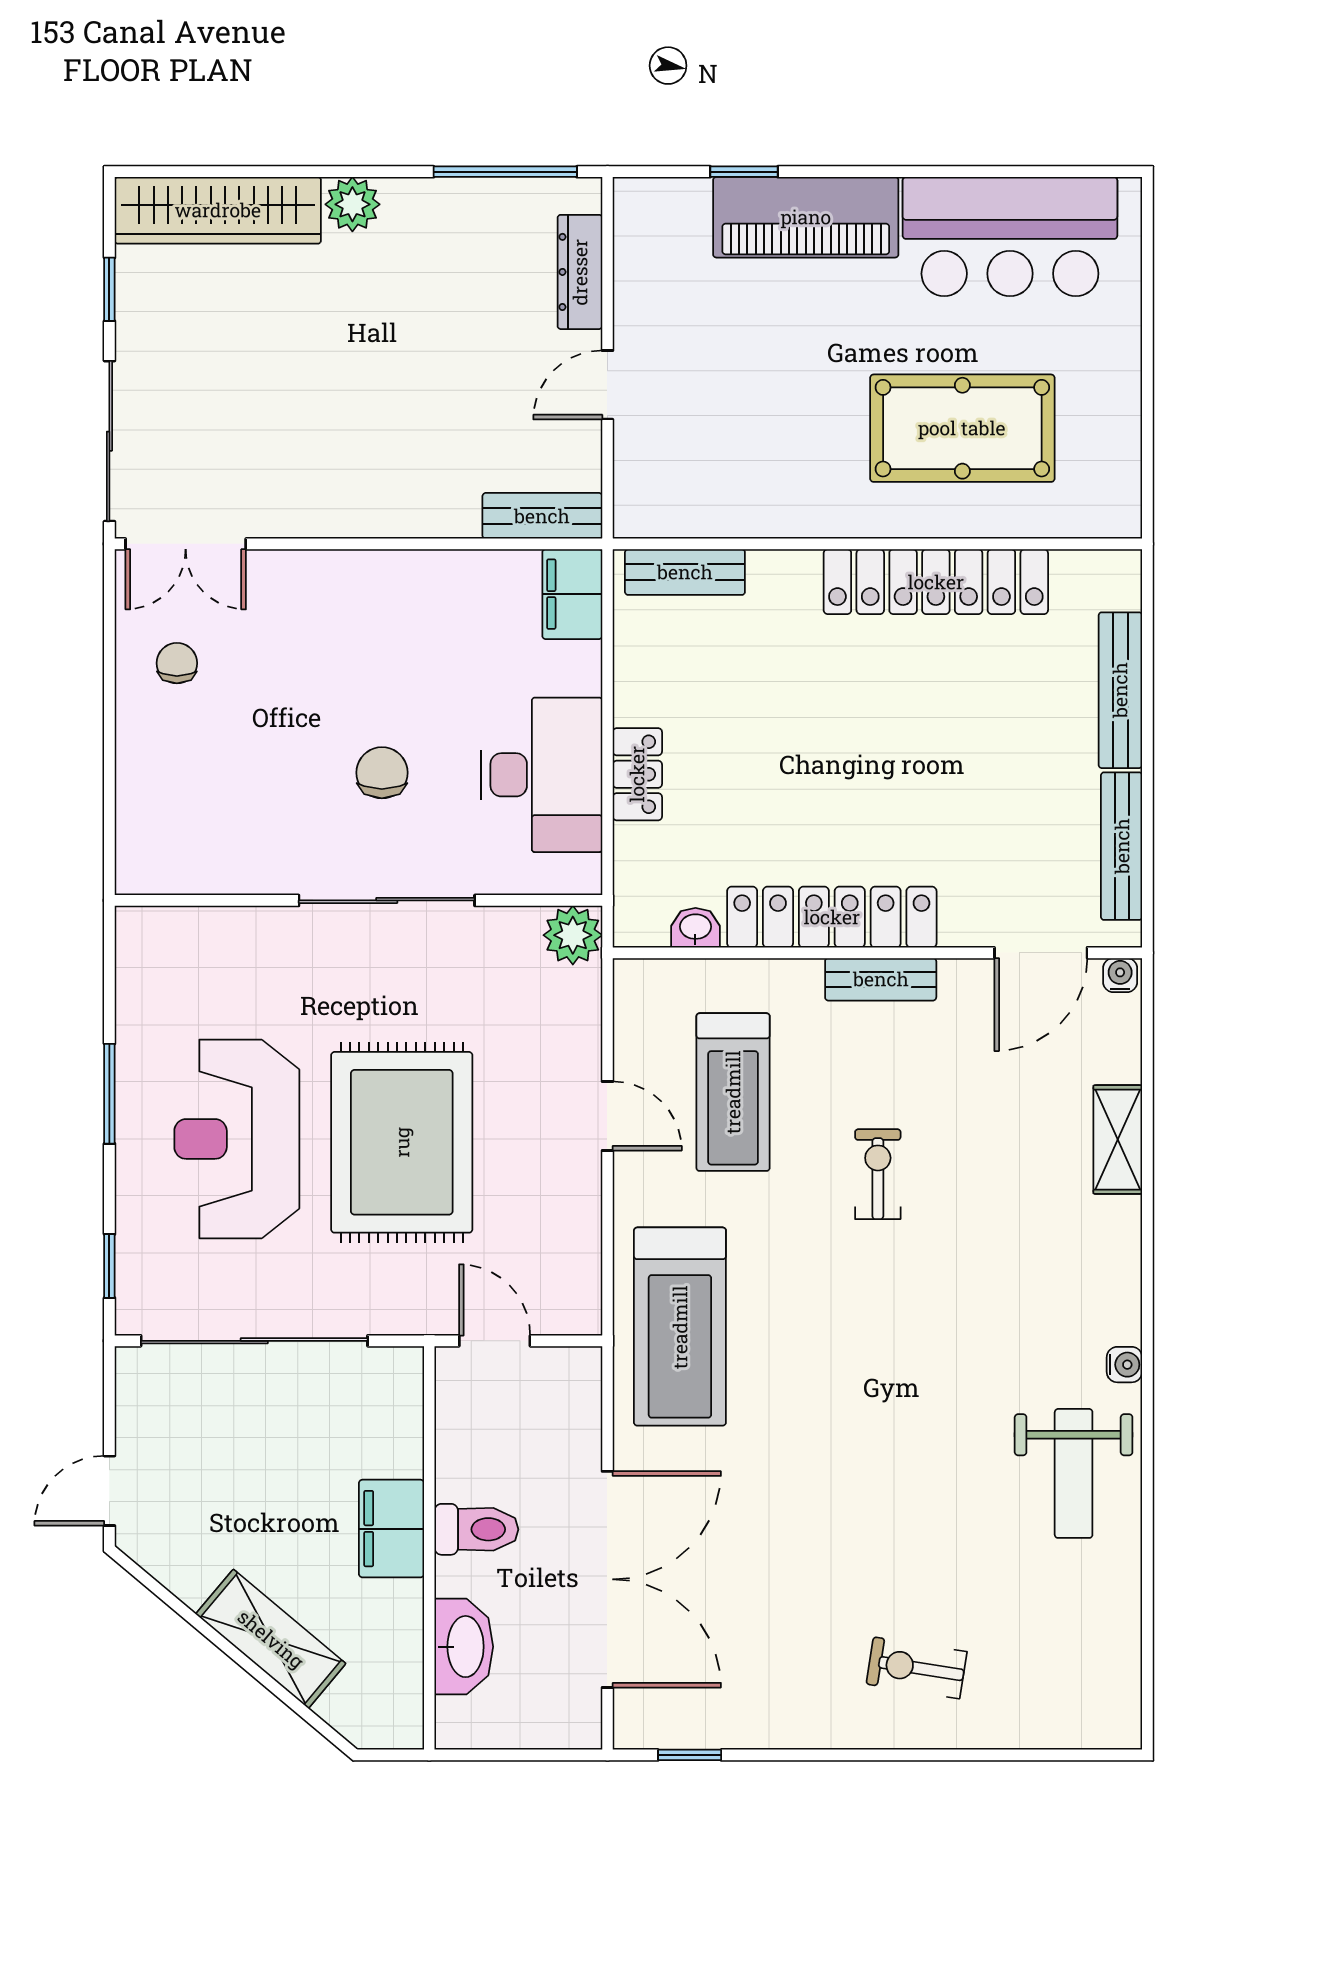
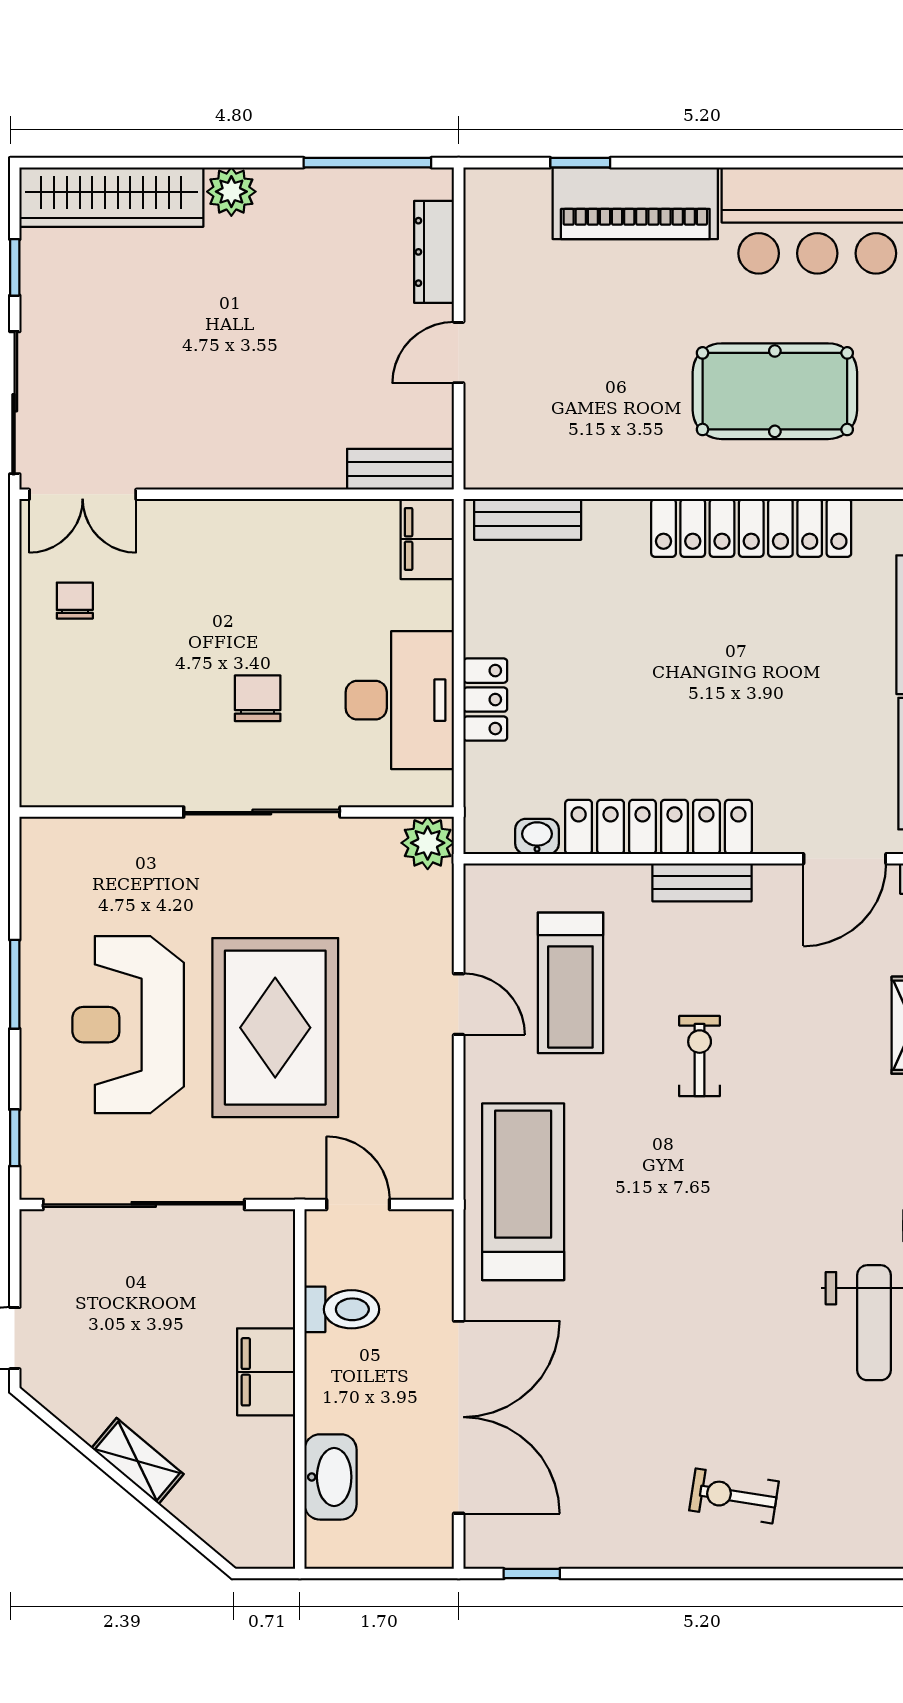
treadmill: (680, 1327) -> (523, 1192), turned 180
toilet: (476, 1529) -> (342, 1309), moved
shelving: (271, 1639) -> (137, 1461), width x0.67, depth x0.75

